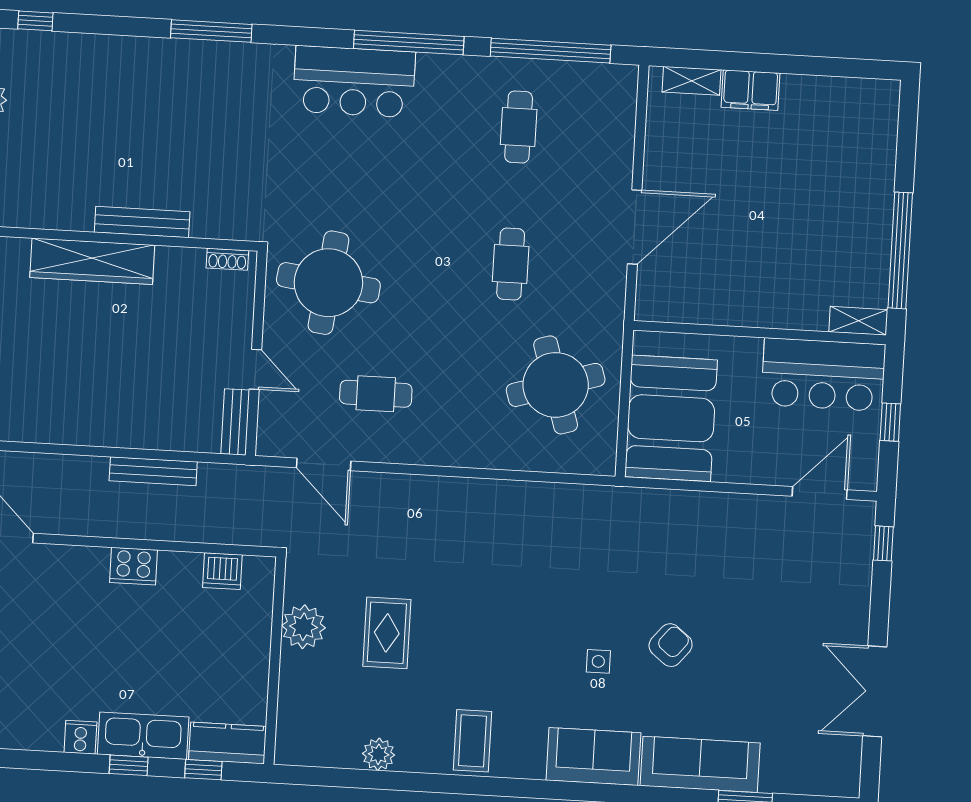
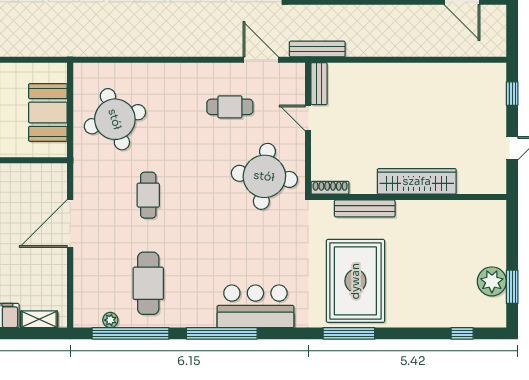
plant: (581, 73) -> (110, 320), added
rug: (196, 112) -> (355, 281), added
cafe table: (519, 127) -> (148, 283), width x1.37, depth x1.35
bench: (142, 222) -> (365, 208), moved
shoe rack: (227, 259) -> (330, 188), width x1.43
booth: (671, 418) -> (48, 112), width x0.73, depth x0.70
bench: (153, 471) -> (317, 49), moved

